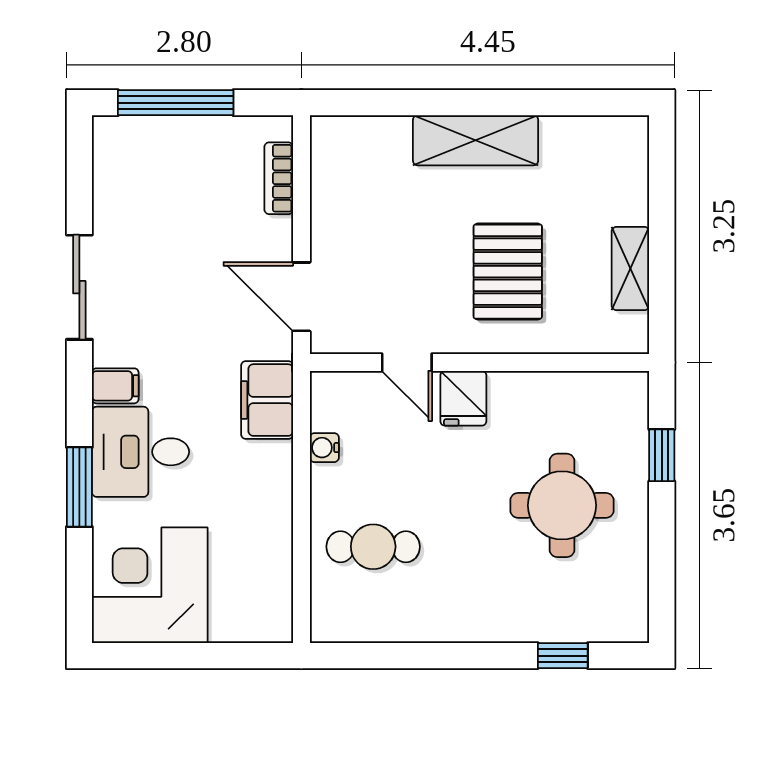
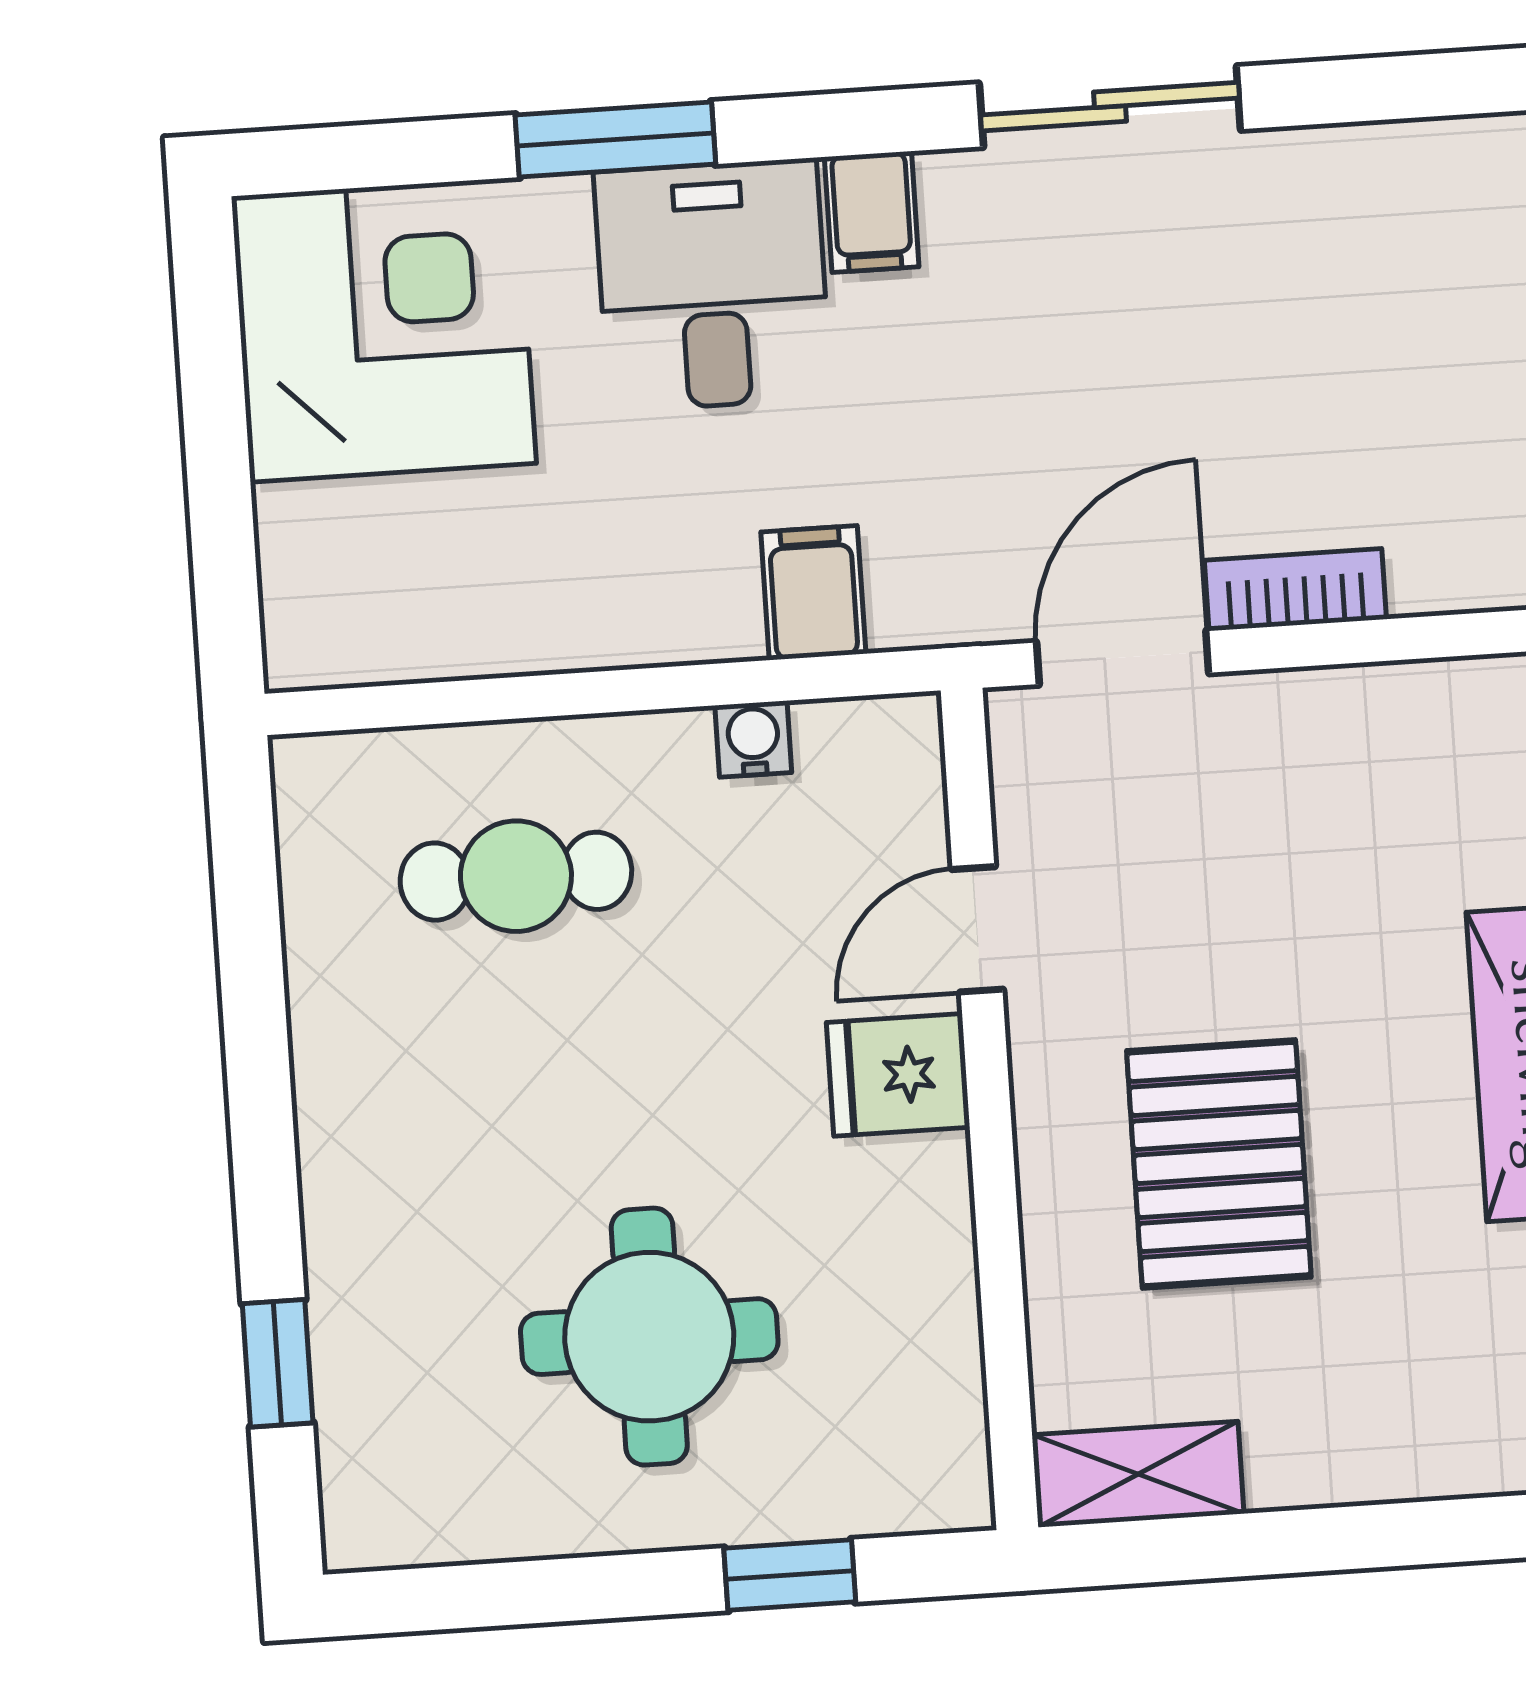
bookcase: (279, 178) -> (1295, 590), moved
shelving: (630, 268) -> (1138, 1474), moved
pallet: (508, 272) -> (1219, 1164), turned 90
filing cabinet: (267, 400) -> (813, 593), width x0.50
cafe table: (373, 547) -> (516, 876), turned 90

